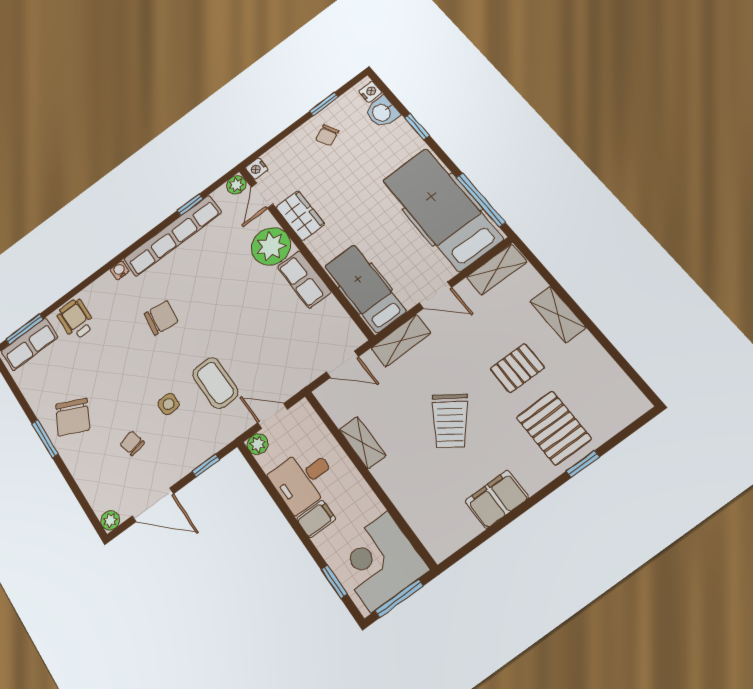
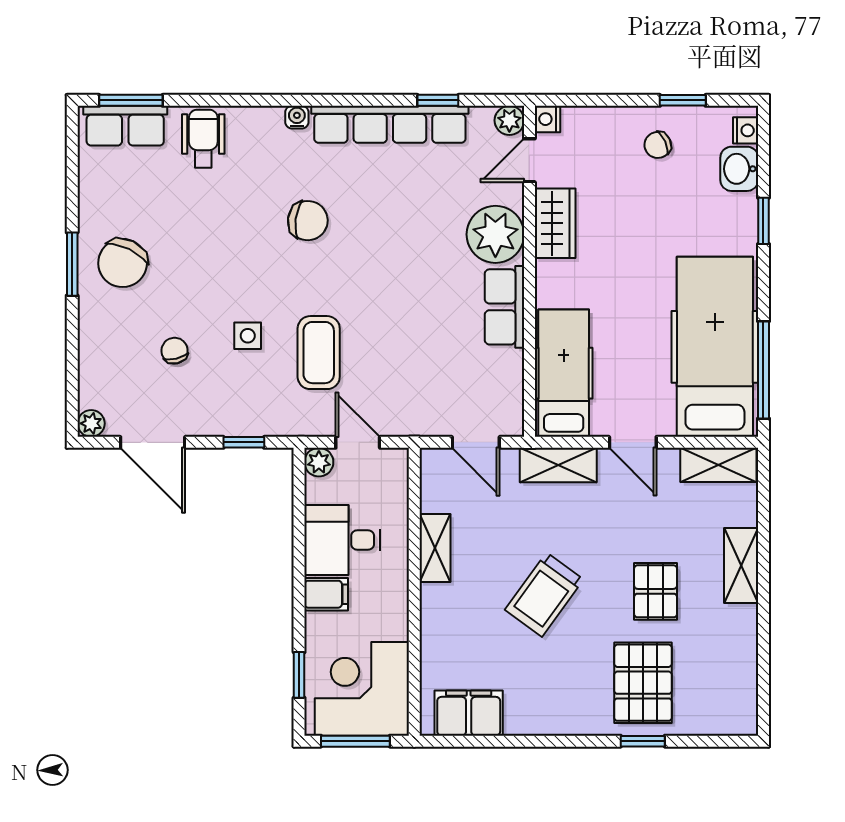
pallet: (517, 368) -> (656, 591), turned 90
filing cabinet: (497, 499) -> (469, 713), moved

